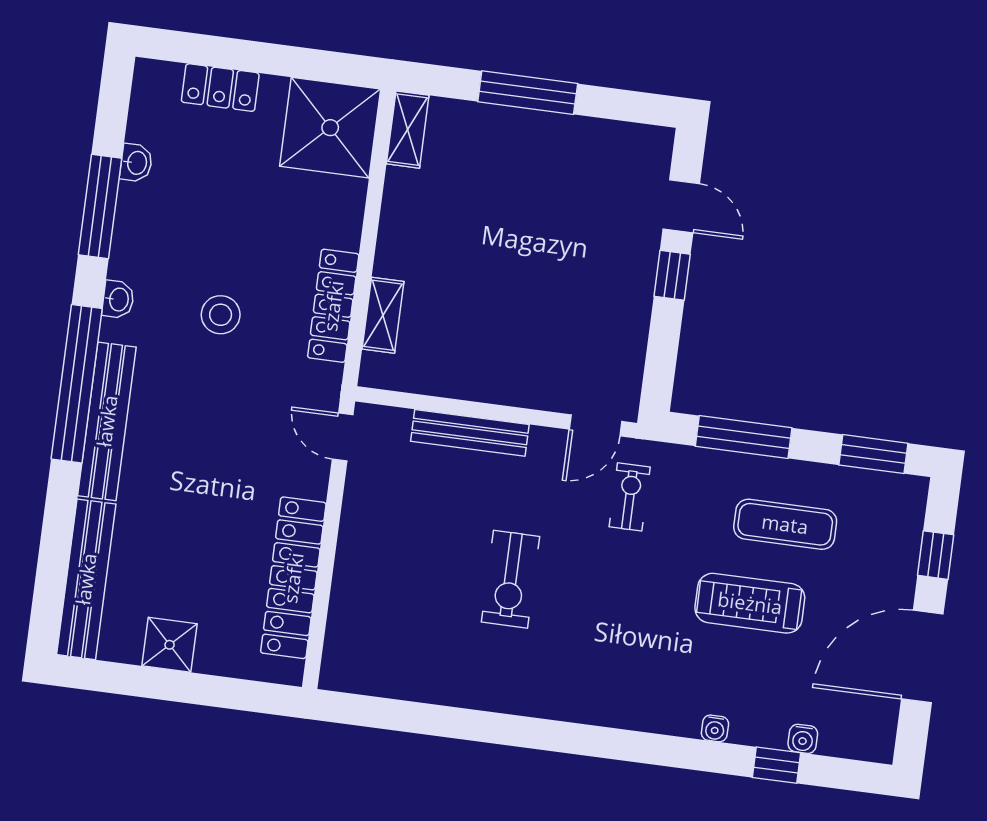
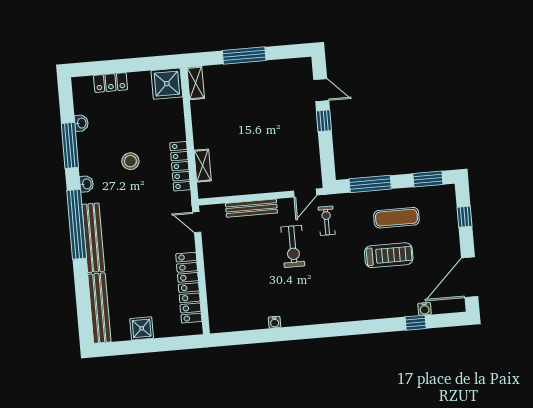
shower: (330, 128) -> (167, 84), width x0.73, depth x0.73
stool: (221, 315) -> (130, 161), moved
exercise bike: (511, 579) -> (293, 246), moved
treadmill: (750, 603) -> (389, 255), turned 180
door: (922, 657) -> (470, 277), moved
water cooler: (715, 728) -> (275, 322), moved

